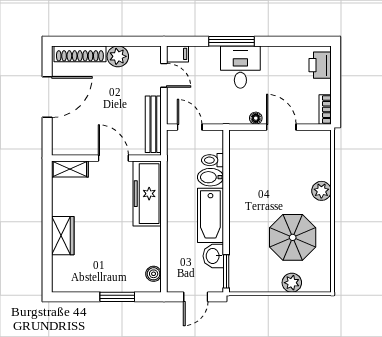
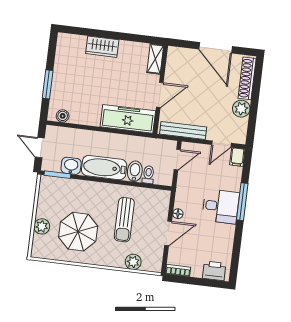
sun lounger: (271, 183) -> (124, 220), added
plant: (321, 191) -> (133, 262), moved

